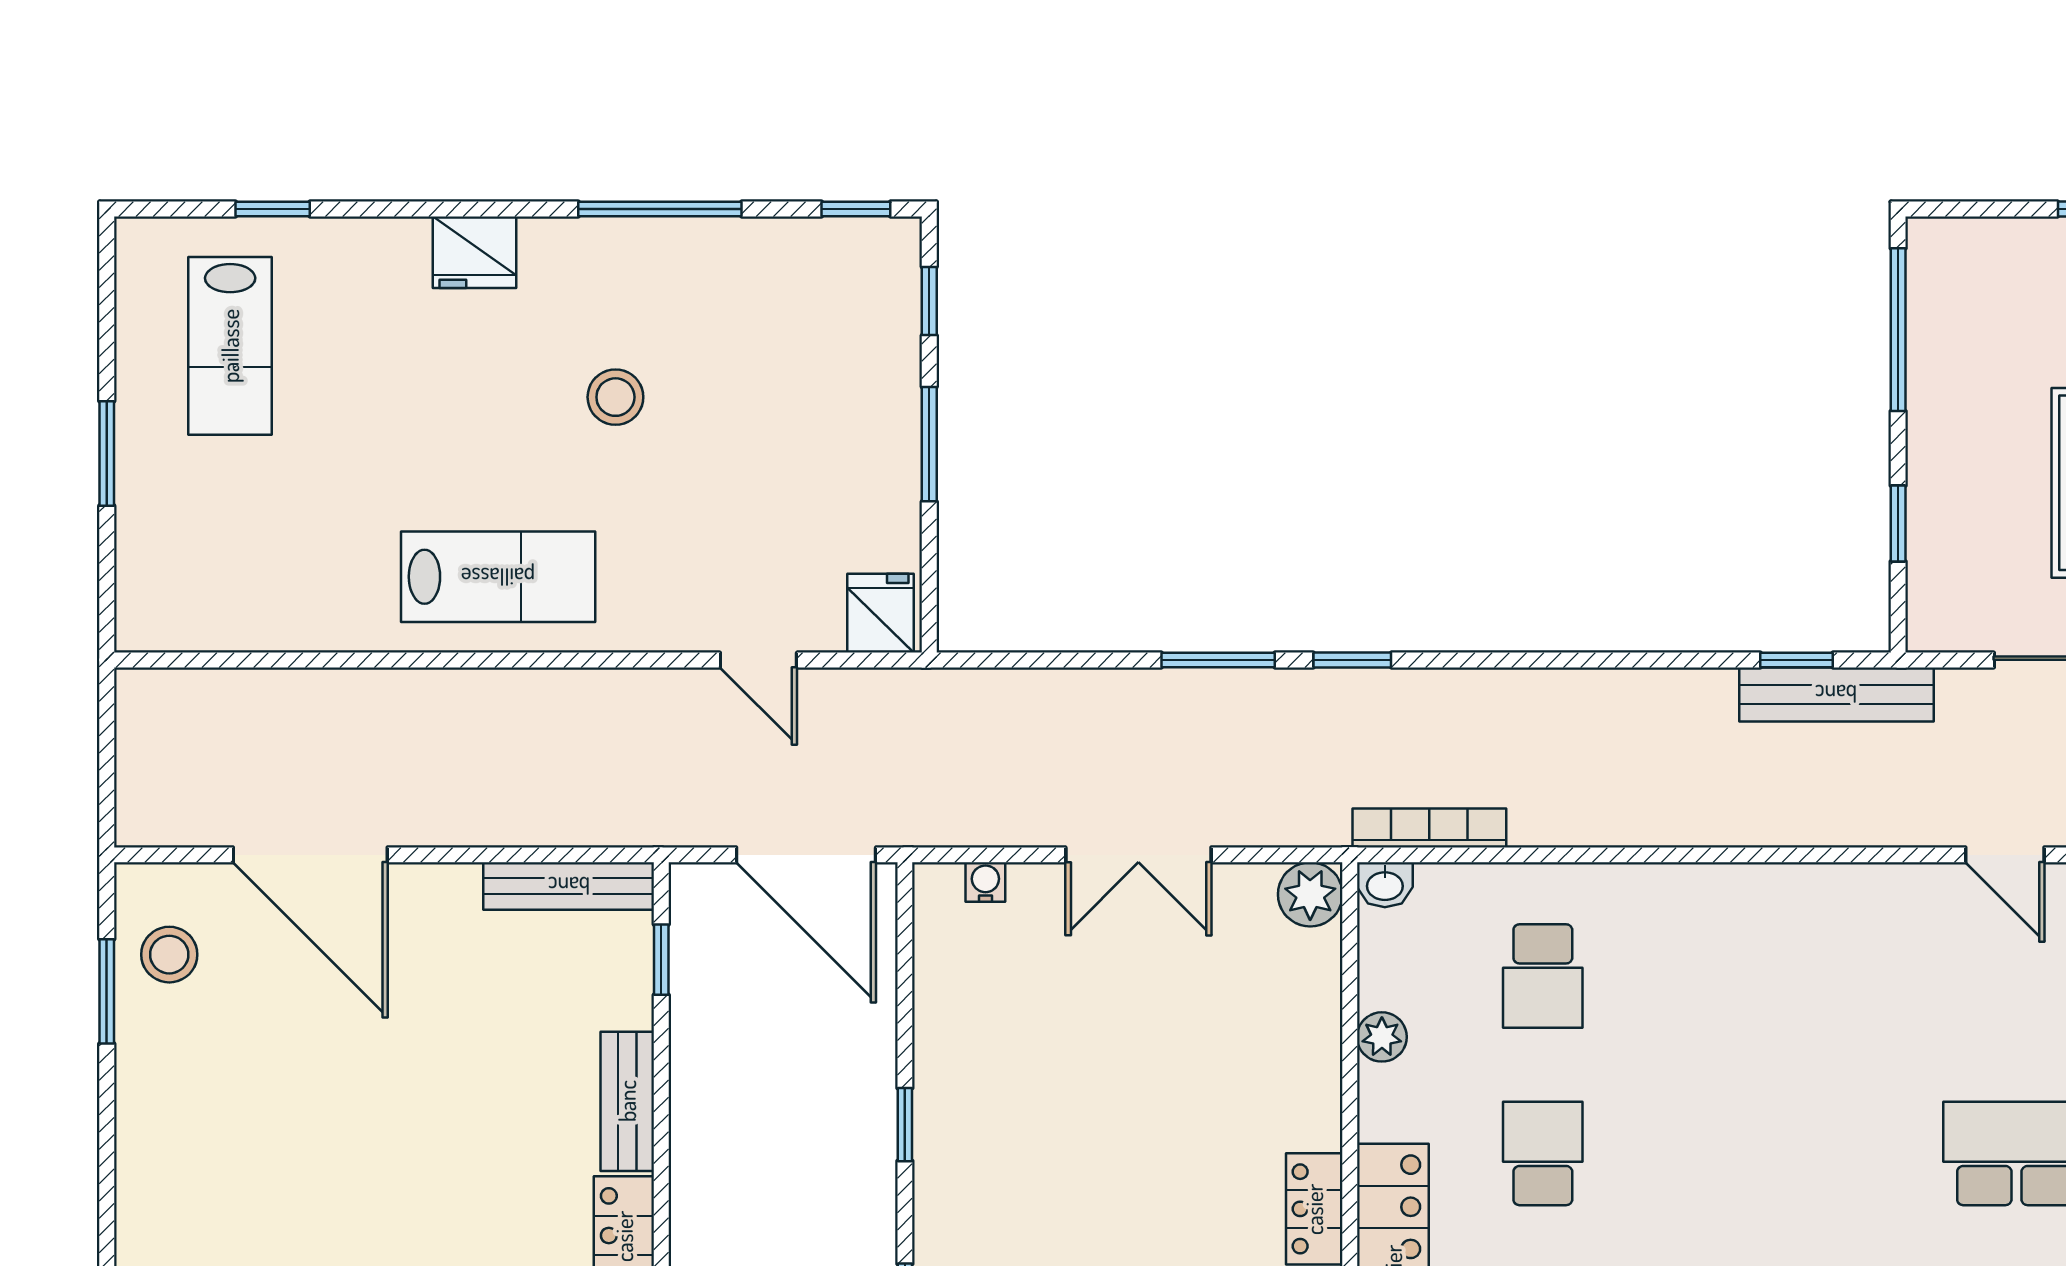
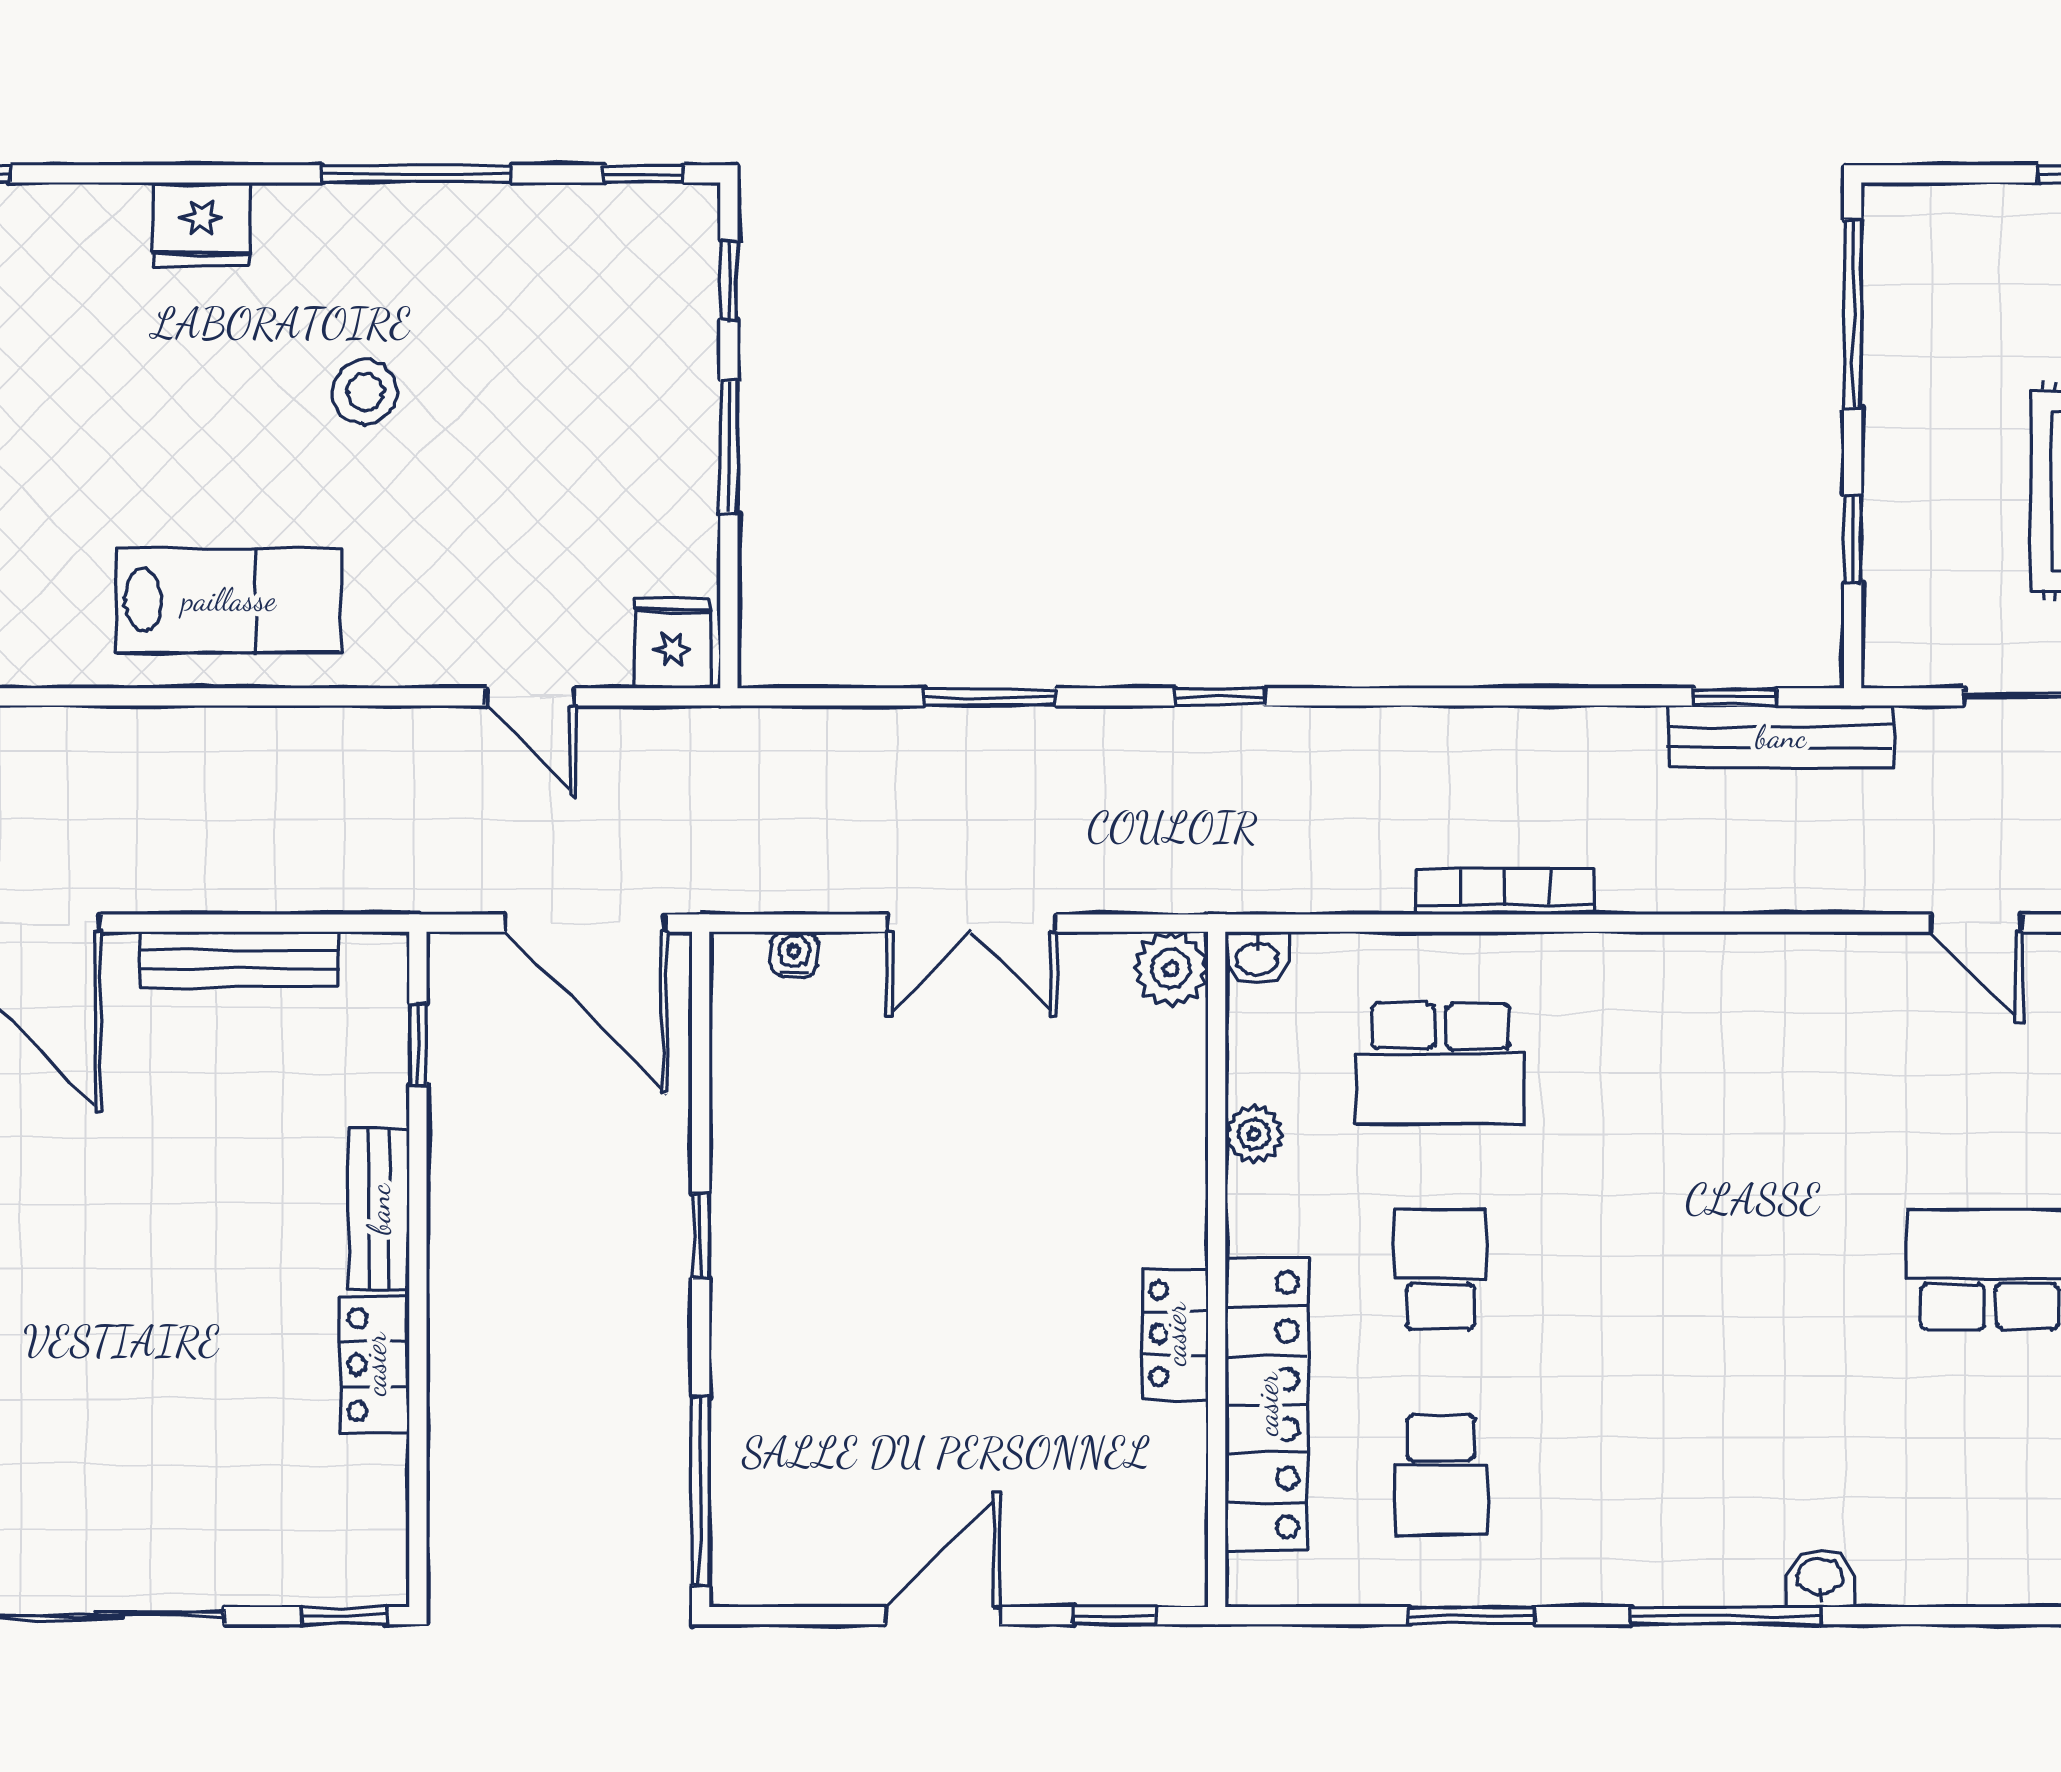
window: (1218, 660) -> (990, 697), moved
bookcase: (1429, 828) -> (1505, 892), moved
bench: (569, 886) -> (238, 959), moved
school desk: (1543, 976) -> (1441, 1063), width x1.85

